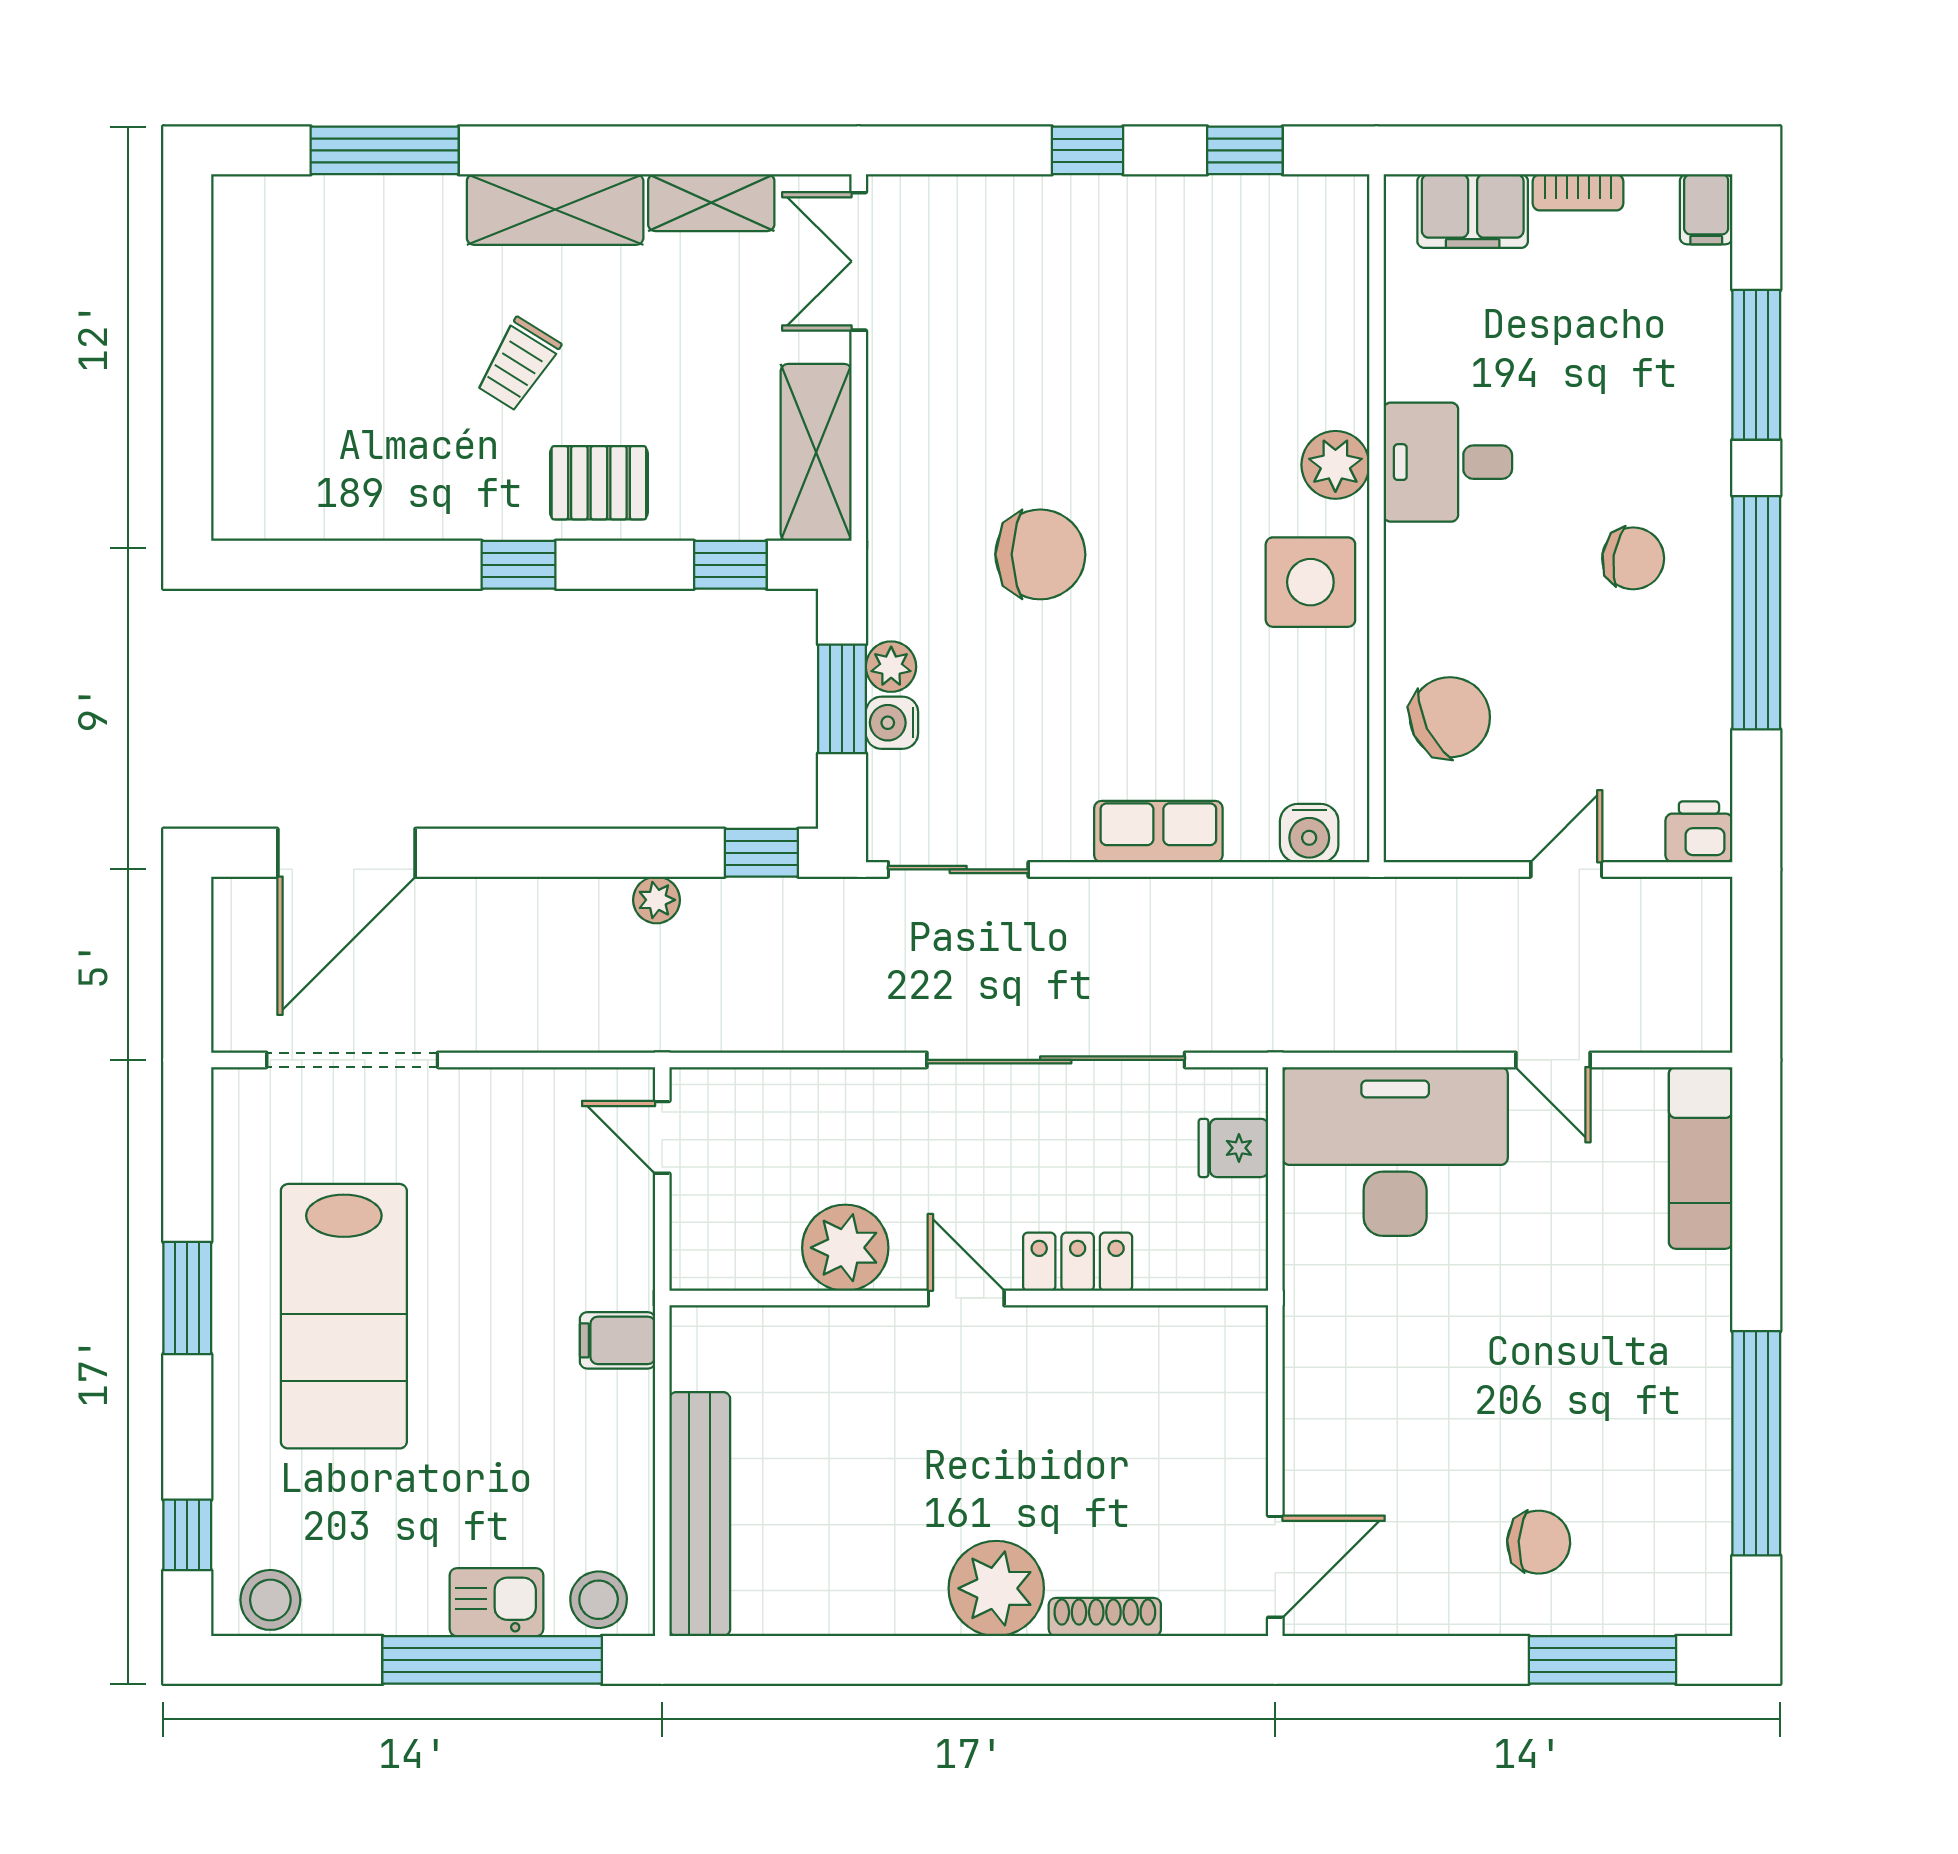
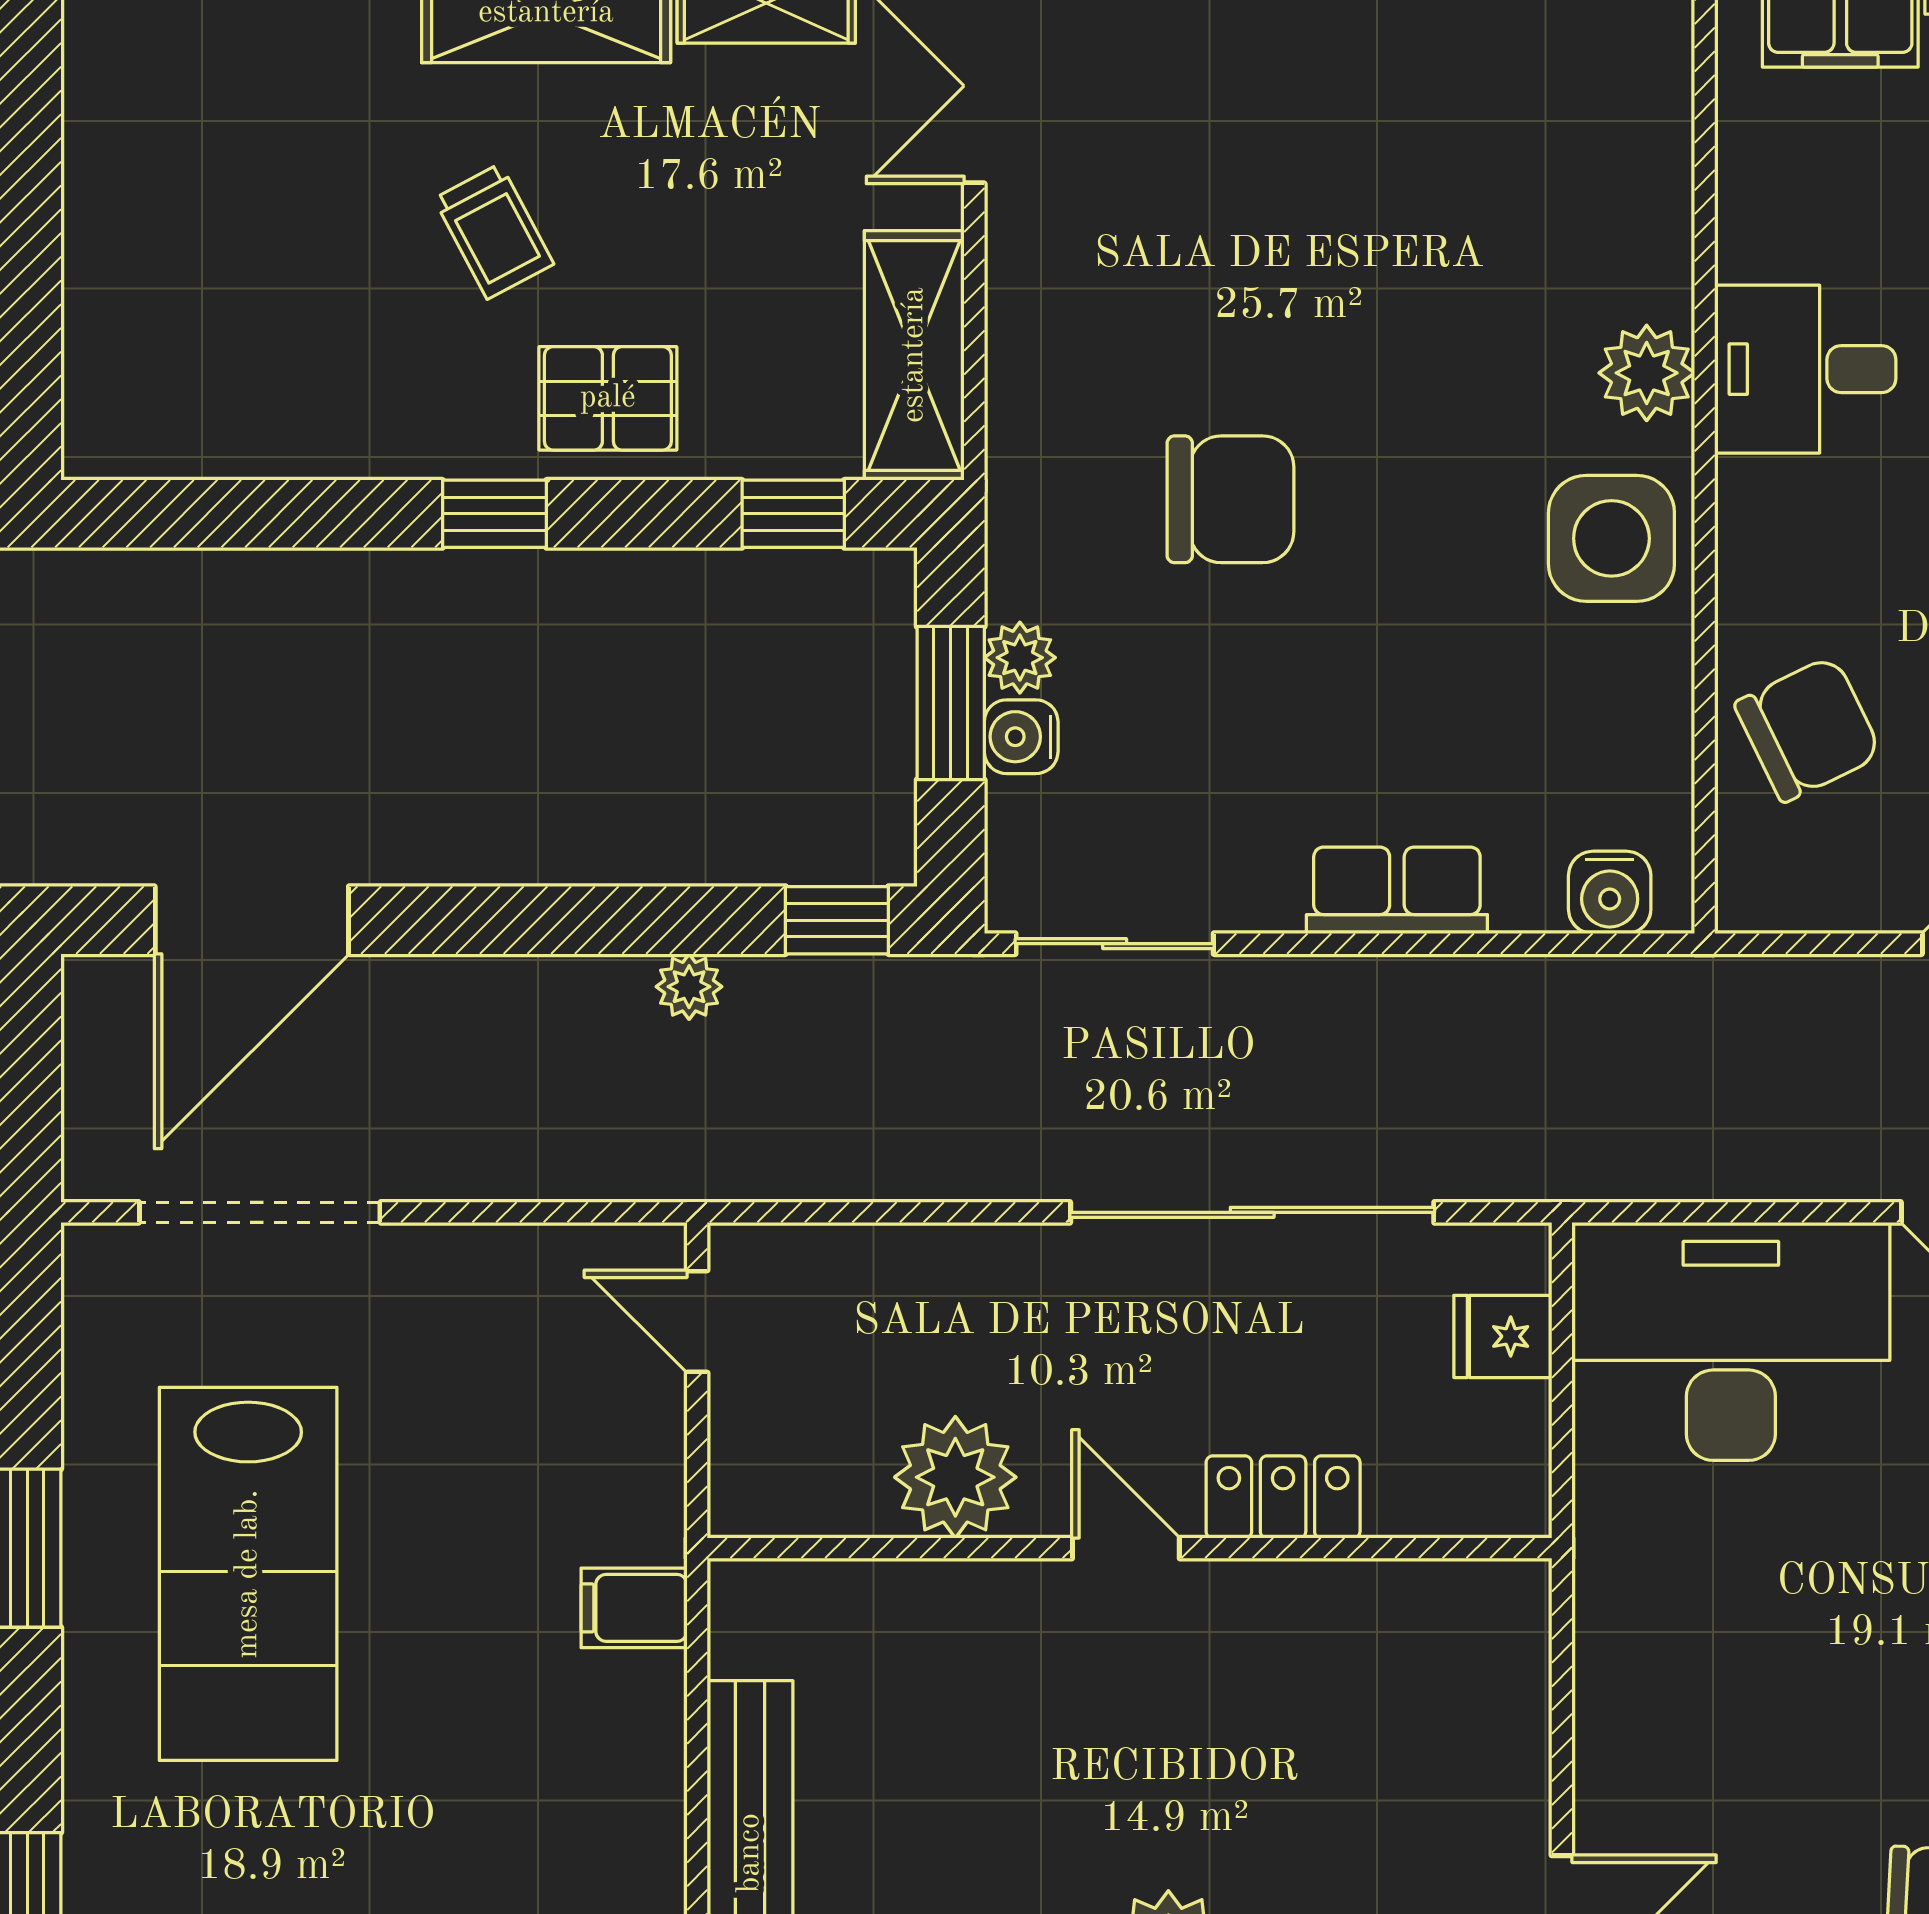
trolley: (518, 364) -> (494, 231), turned -60

